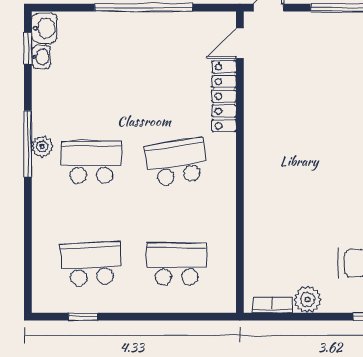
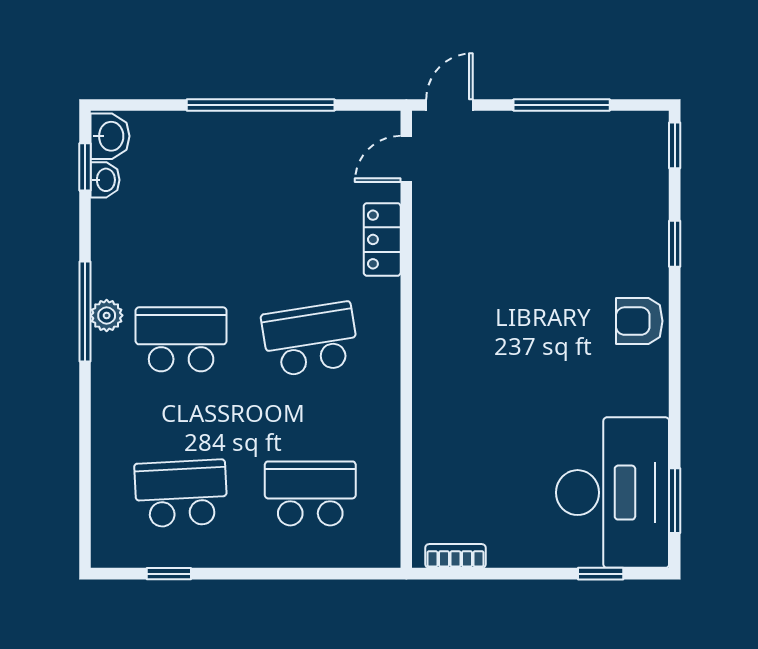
locker: (224, 96) -> (382, 239), width x0.66
plant: (308, 300) -> (509, 548), removed

